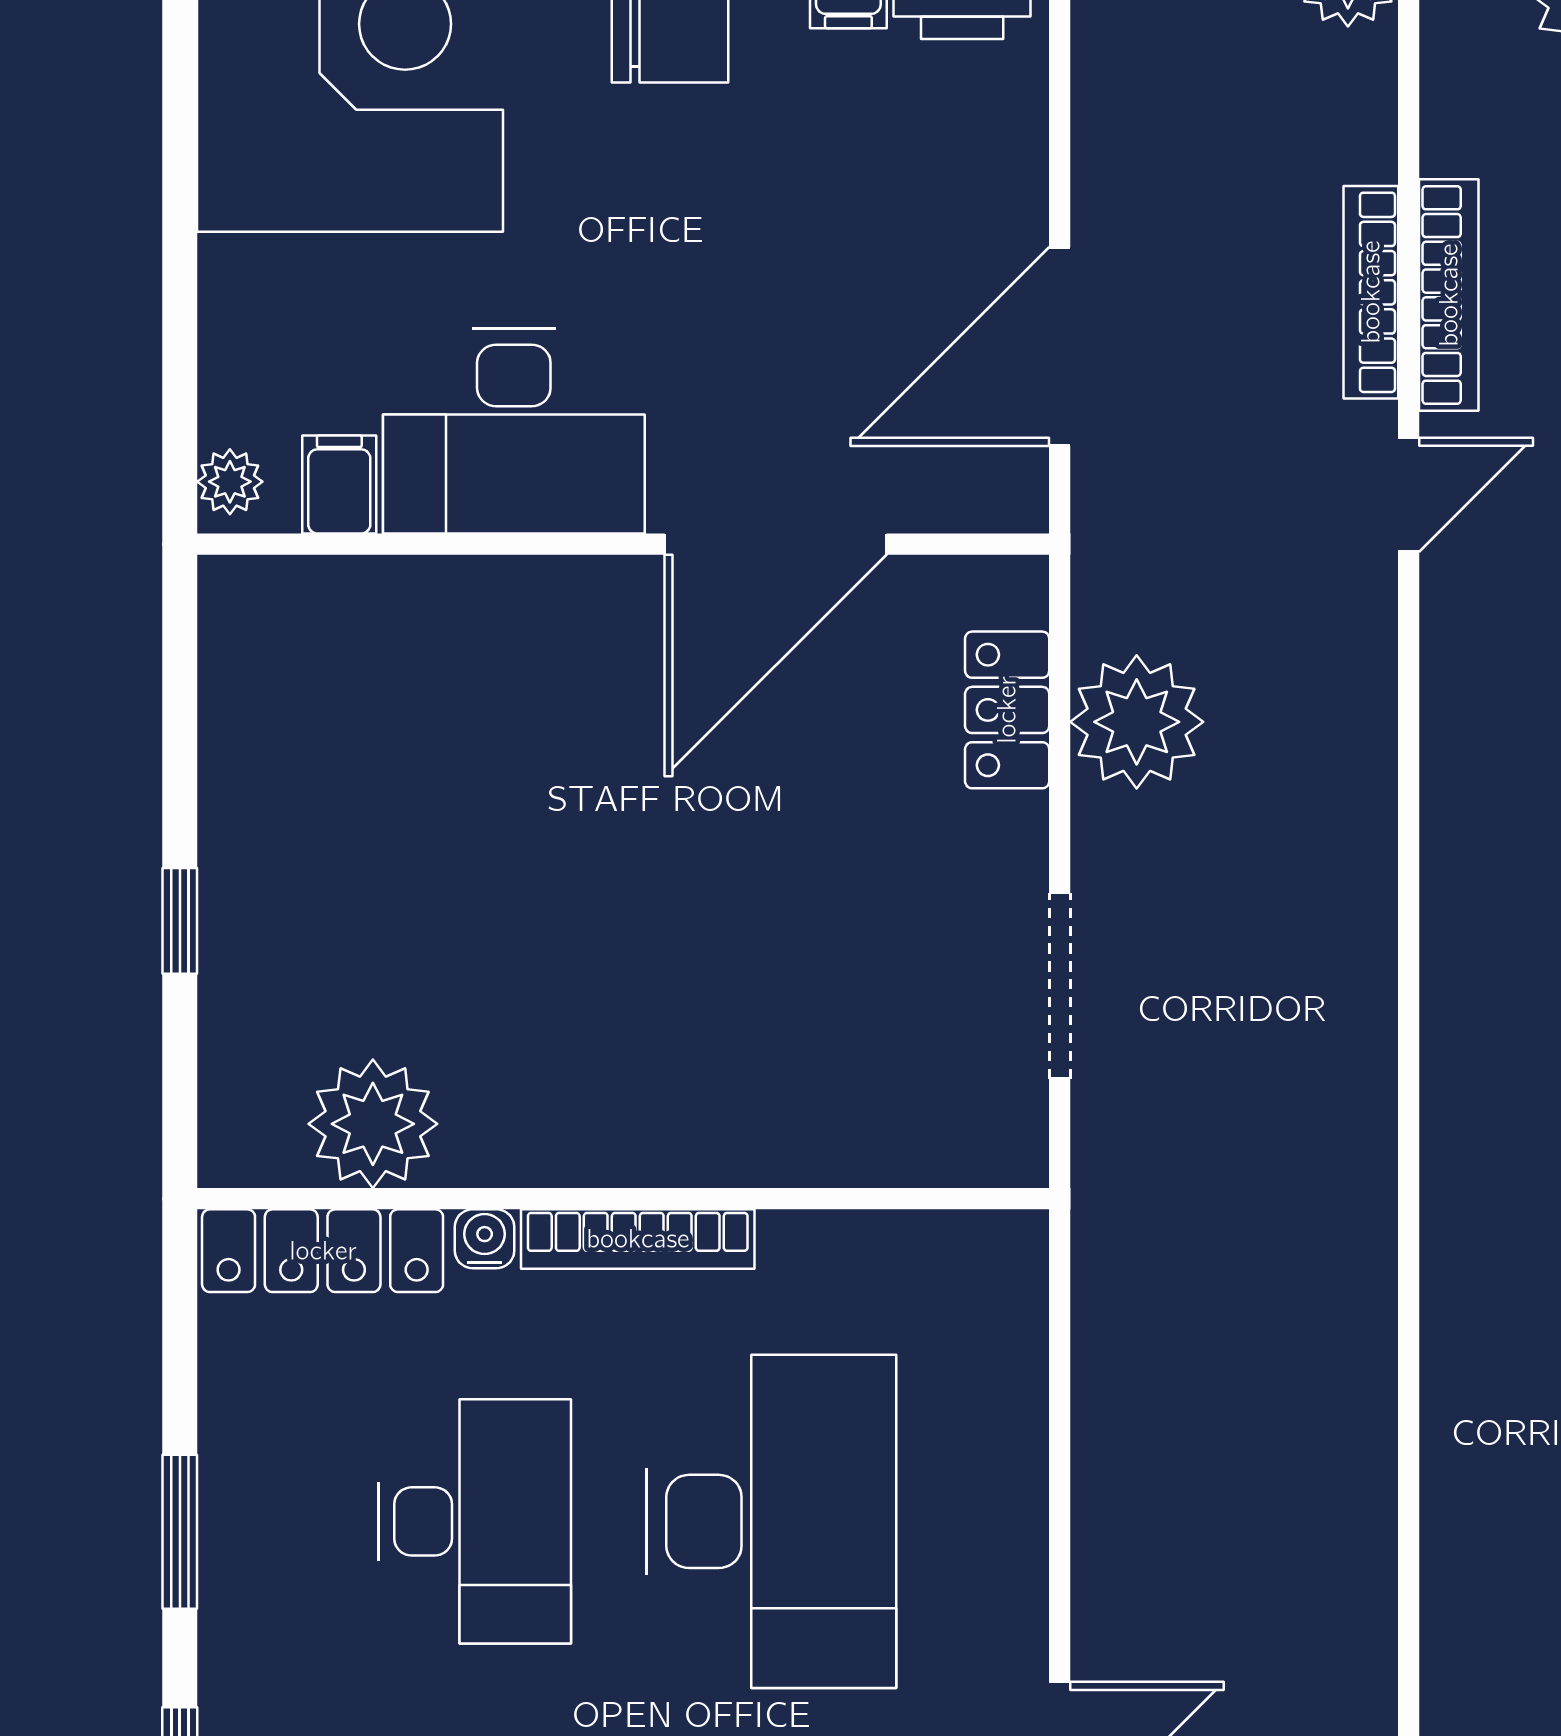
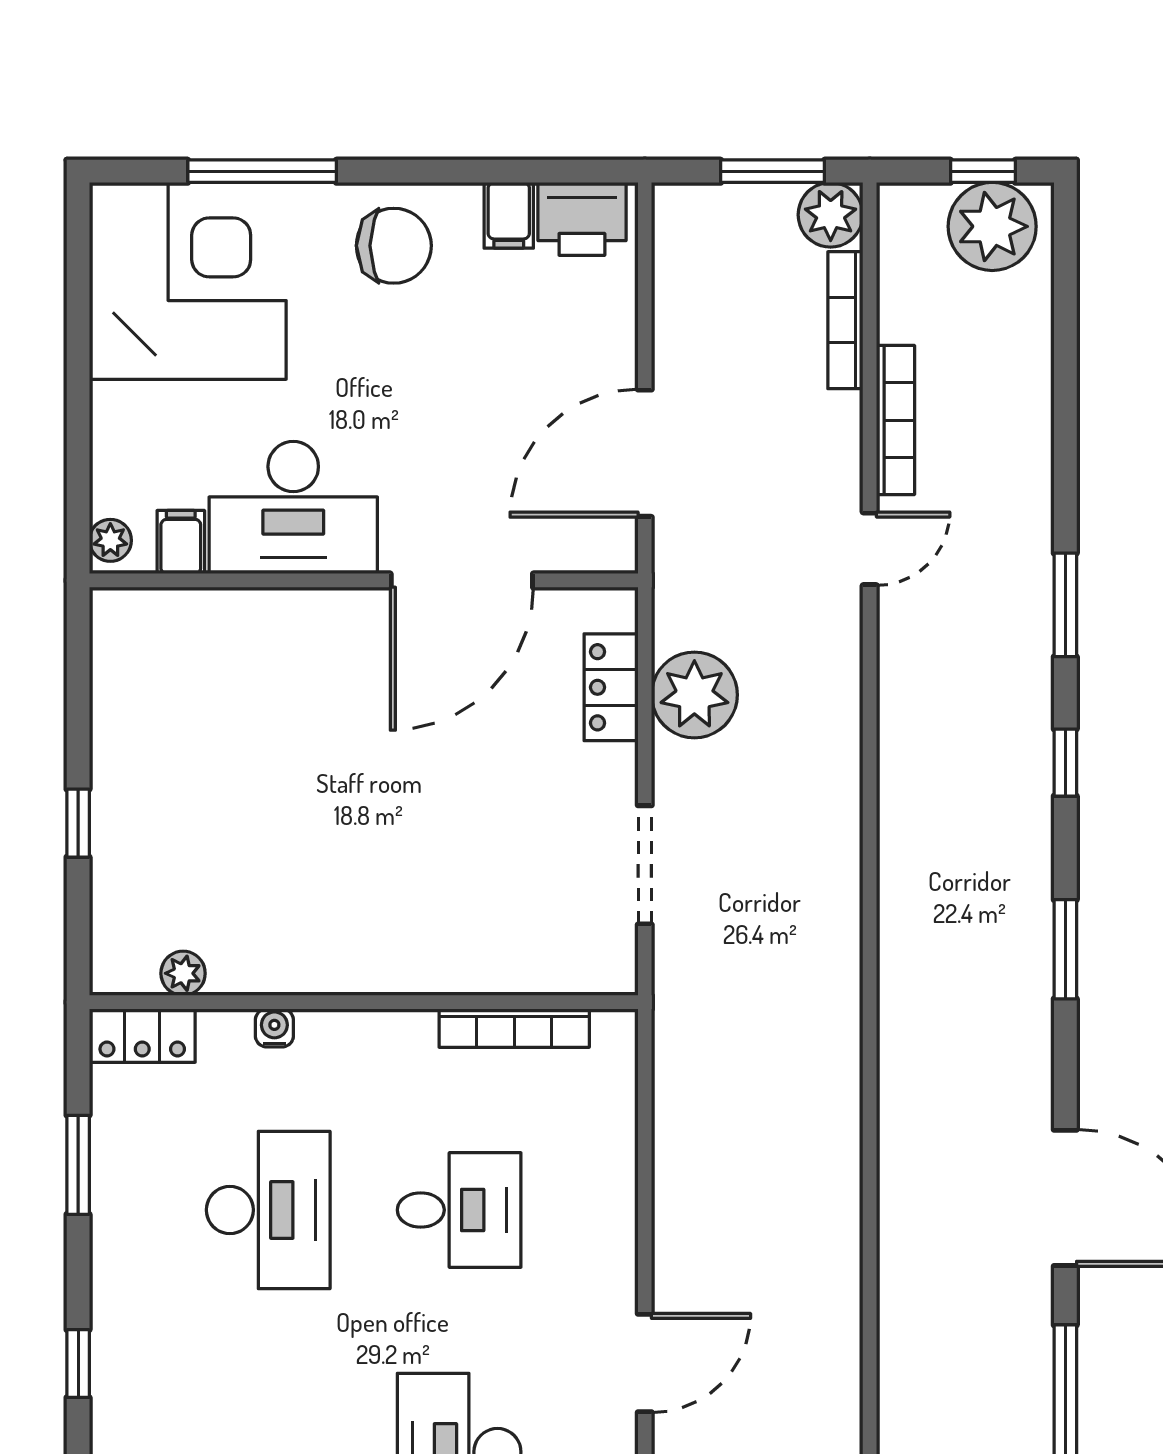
bookcase: (1371, 292) -> (845, 320), moved
plant: (373, 1124) -> (183, 973), width x0.53, depth x0.53
bookcase: (638, 1239) -> (514, 1028), moved
locker: (323, 1251) -> (142, 1036), width x0.66
desk: (771, 1521) -> (459, 1210), width x0.53, depth x0.77
window: (180, 1532) -> (78, 1165), moved

